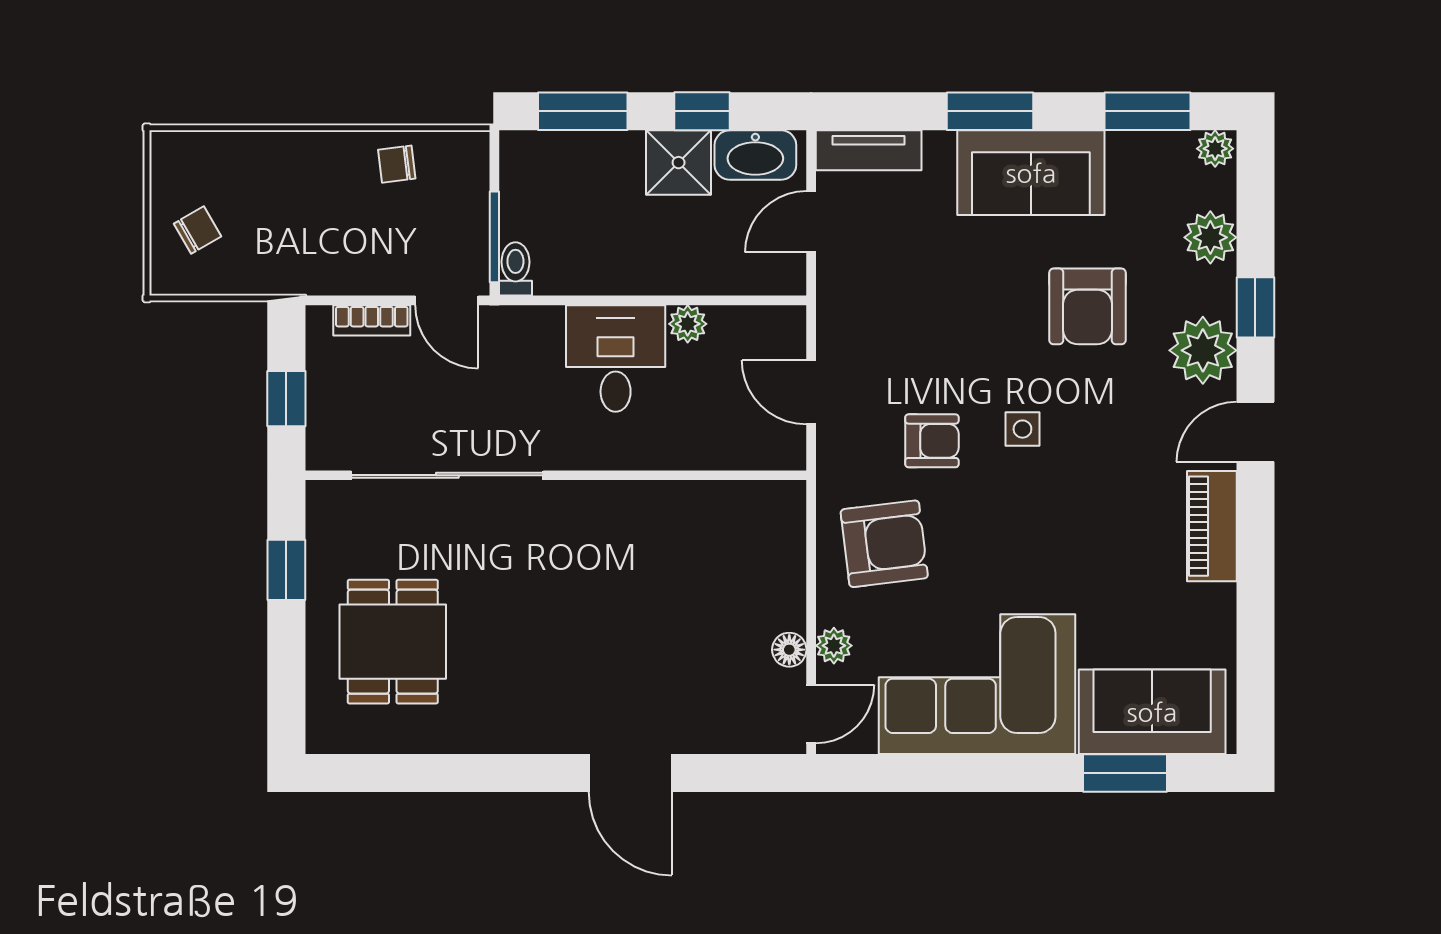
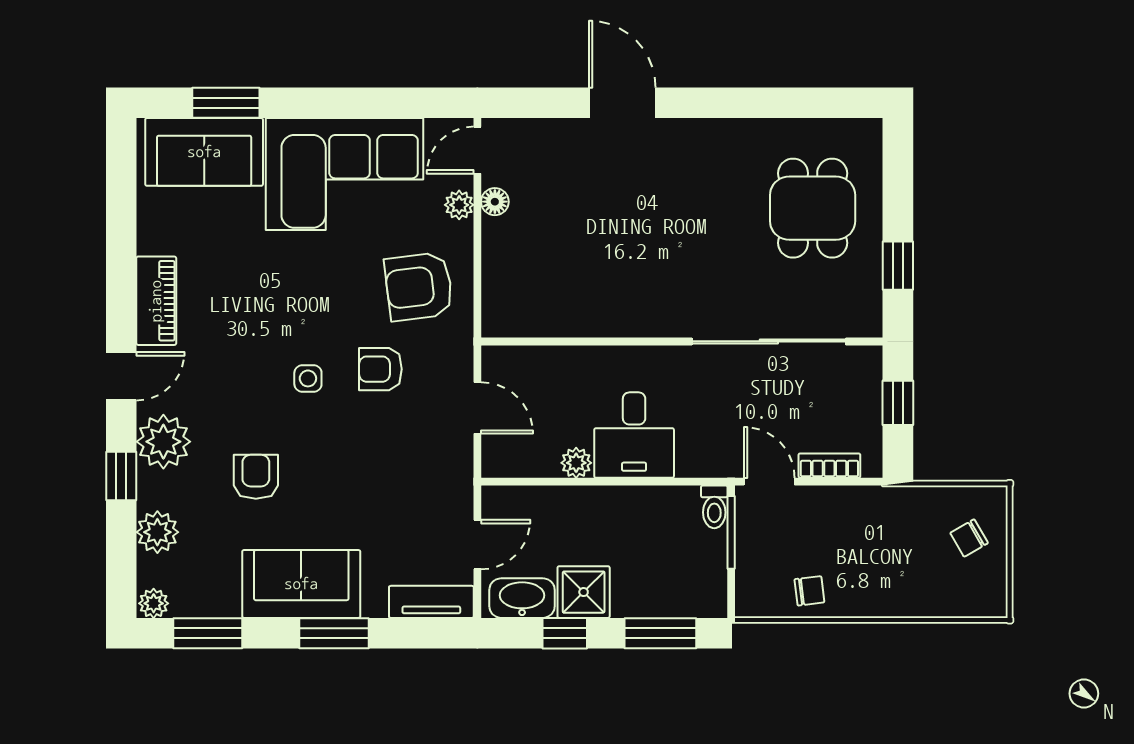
armchair: (1087, 306) -> (256, 477), width x0.72, depth x0.72

